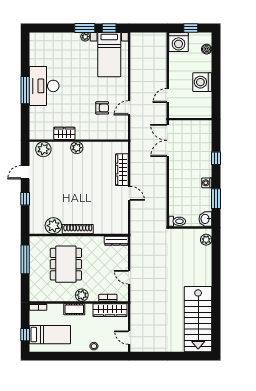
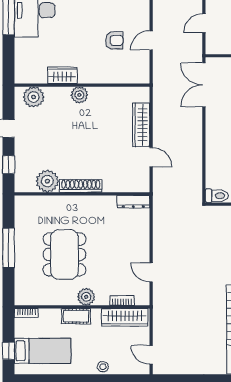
plant: (53, 226) -> (47, 181), moved
shoe rack: (78, 229) -> (81, 186), moved
wall: (79, 235) -> (82, 194), moved
dresser: (116, 241) -> (133, 202), moved

